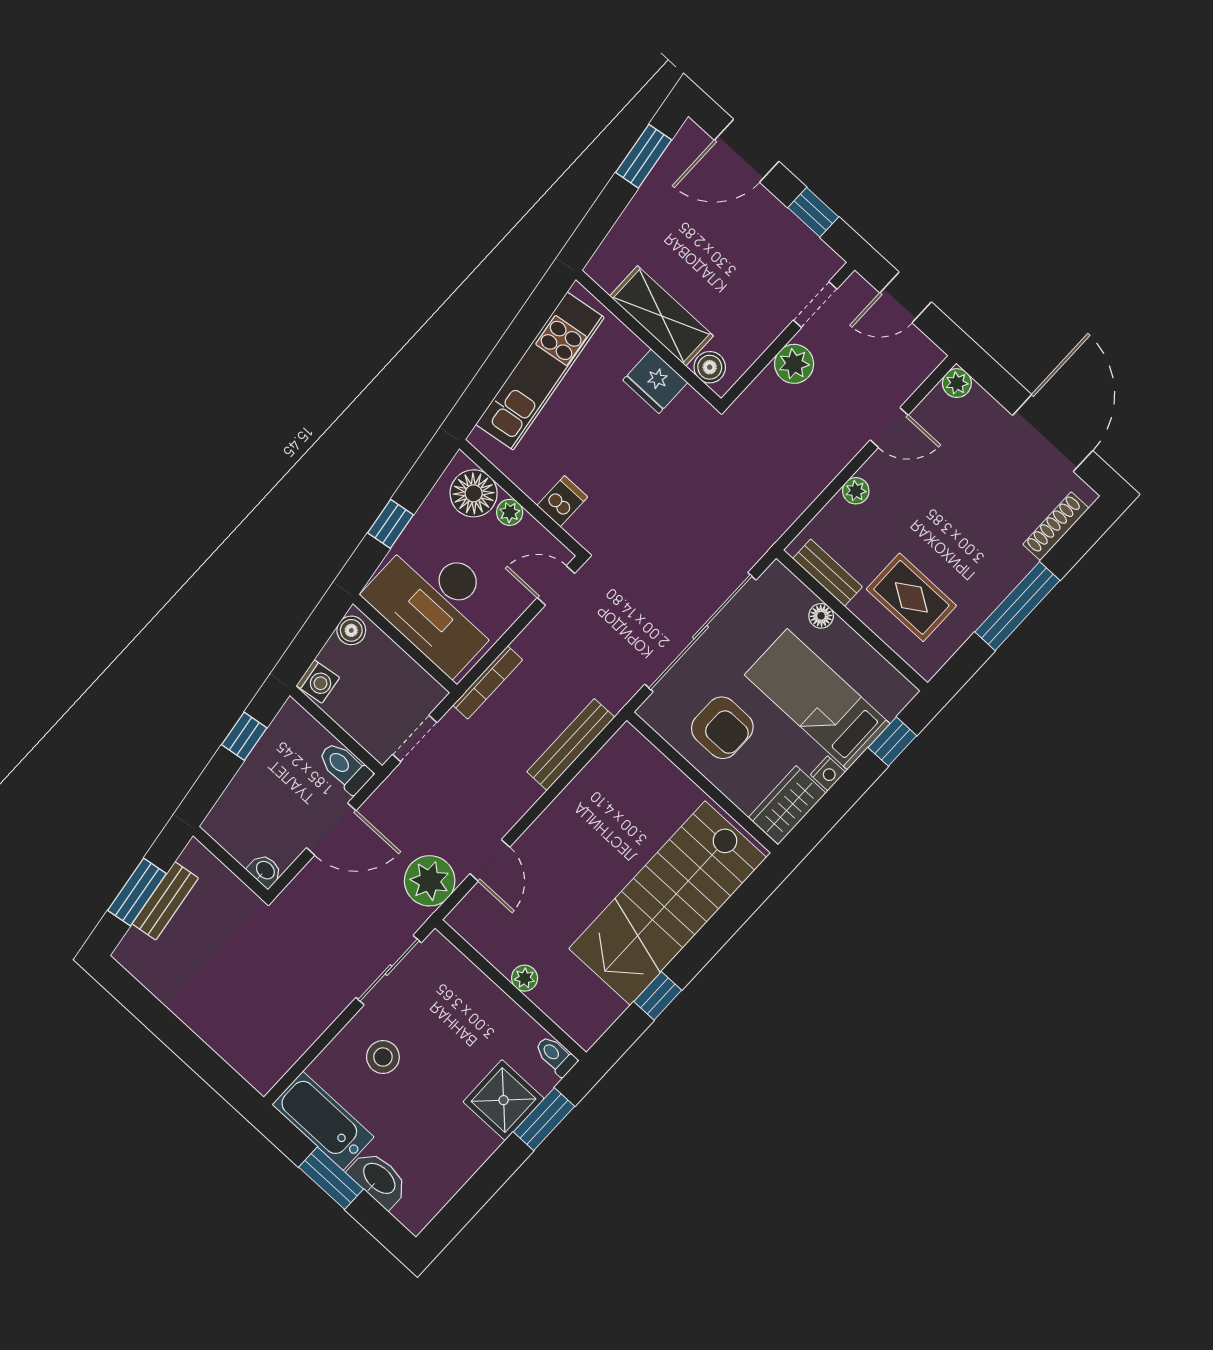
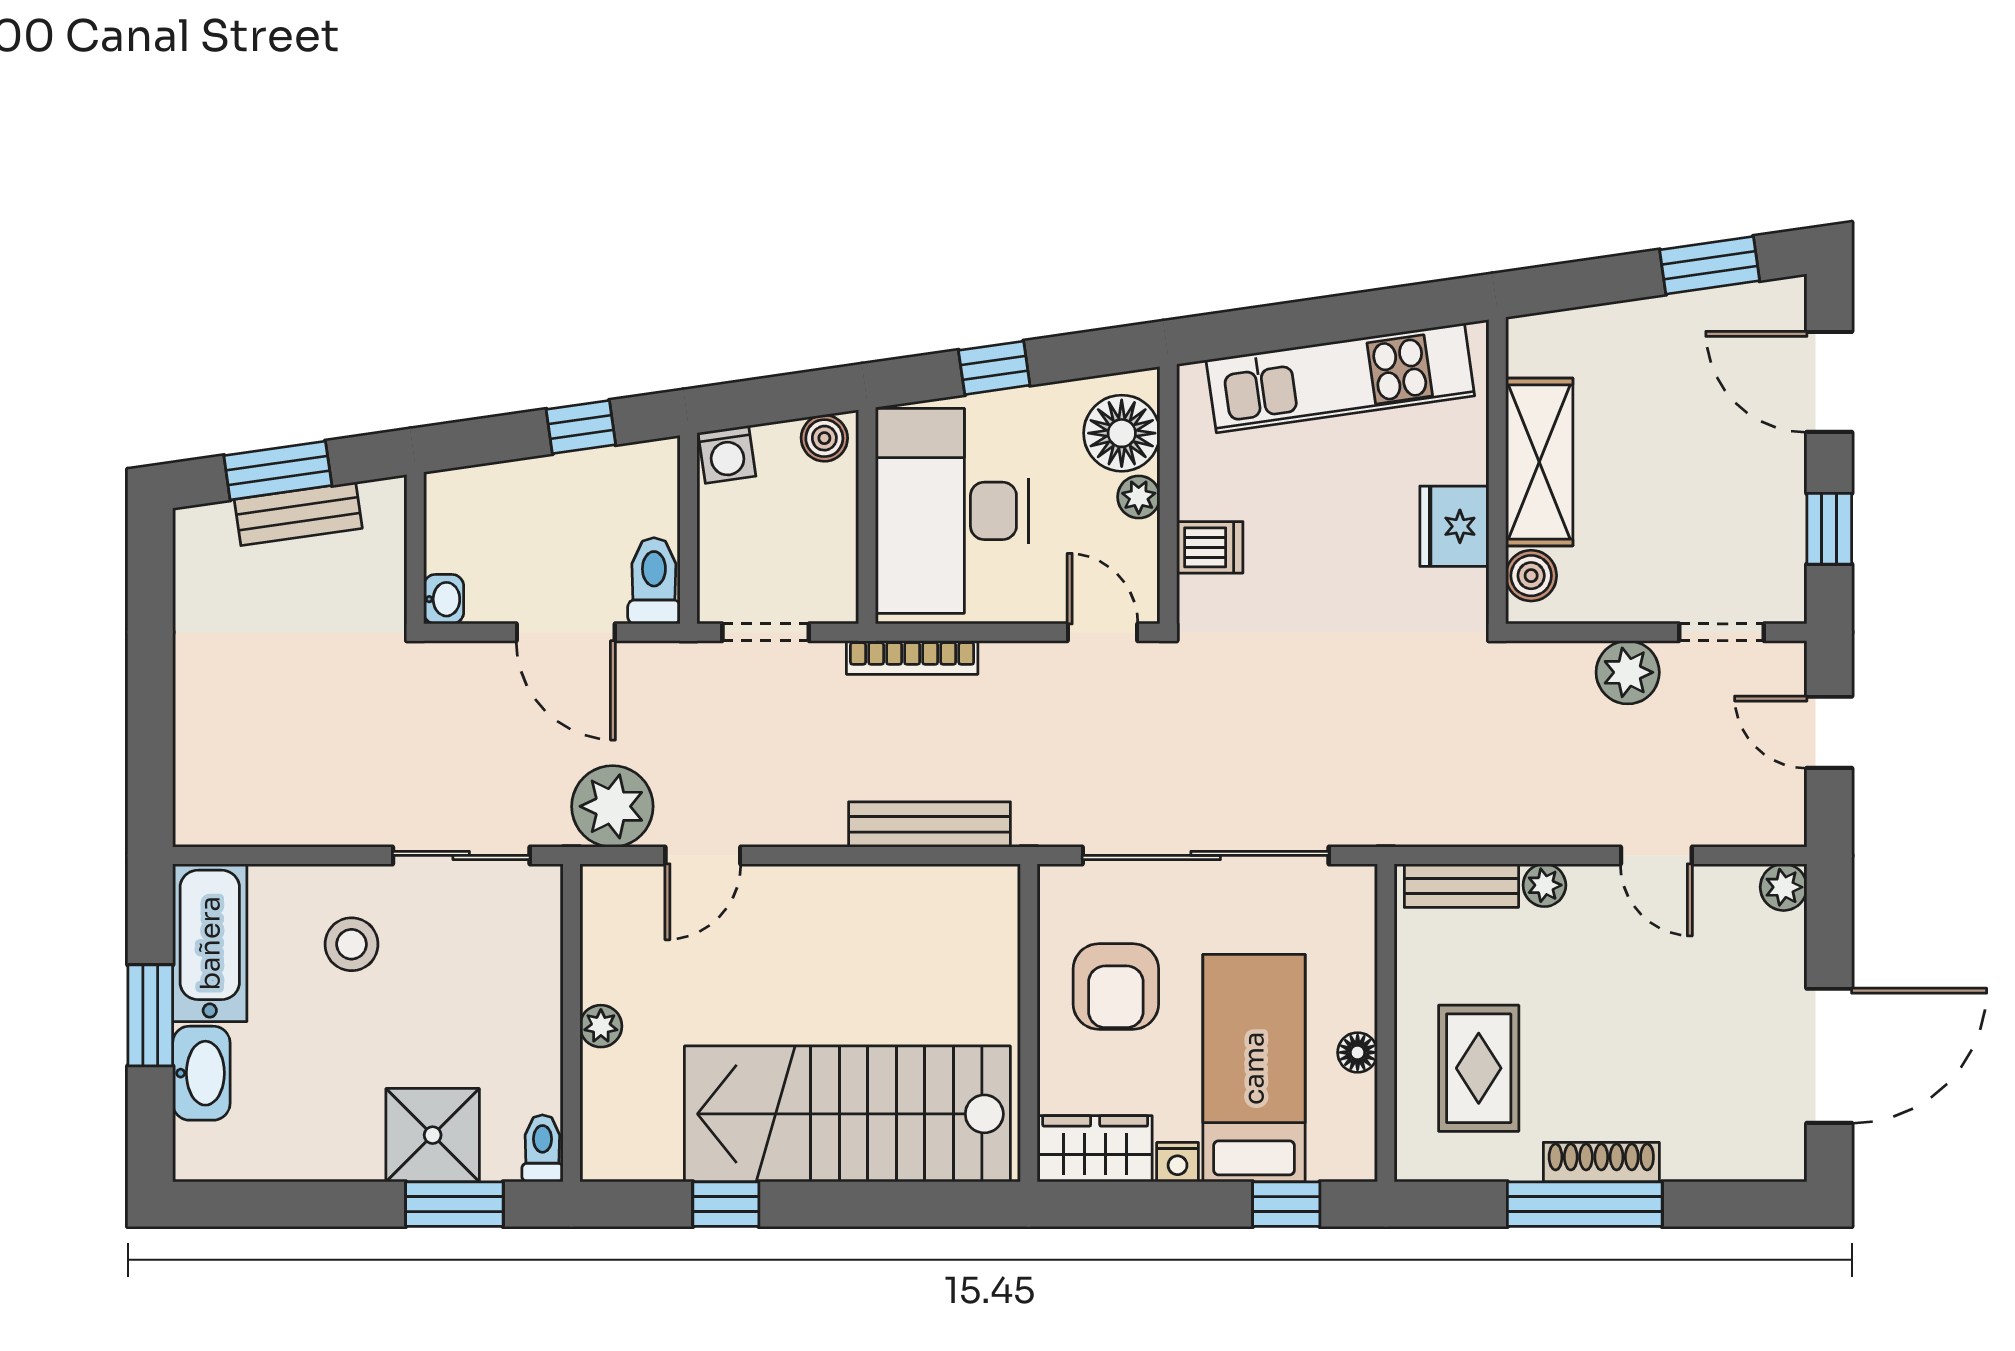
shoe rack: (1056, 526) -> (1601, 1162), moved
bench: (828, 573) -> (1461, 886), moved, turned 90
floor lamp: (821, 616) -> (1358, 1052), moved

